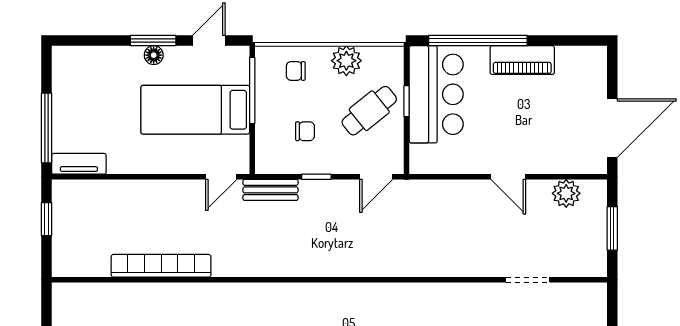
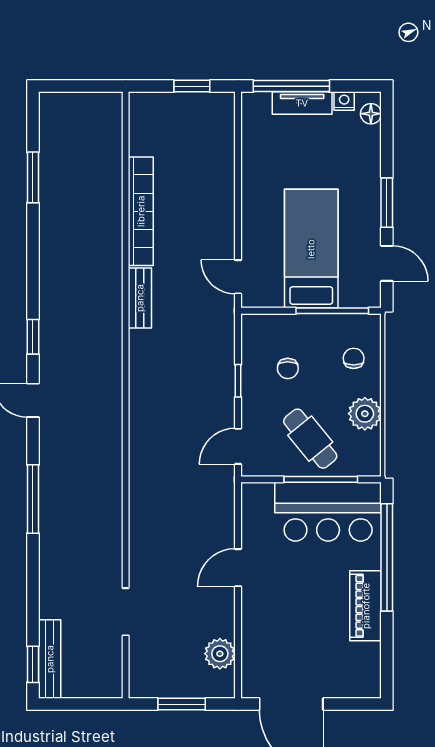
floor lamp: (154, 55) -> (371, 114), moved
nightstand: (60, 80) -> (344, 101), added
window: (407, 101) -> (321, 479), width x2.17
tv unit: (79, 164) -> (302, 103), moved, turned 90
door: (376, 177) -> (238, 446), hinge flipped
door: (508, 177) -> (238, 568), moved
bench: (270, 190) -> (140, 298), moved

